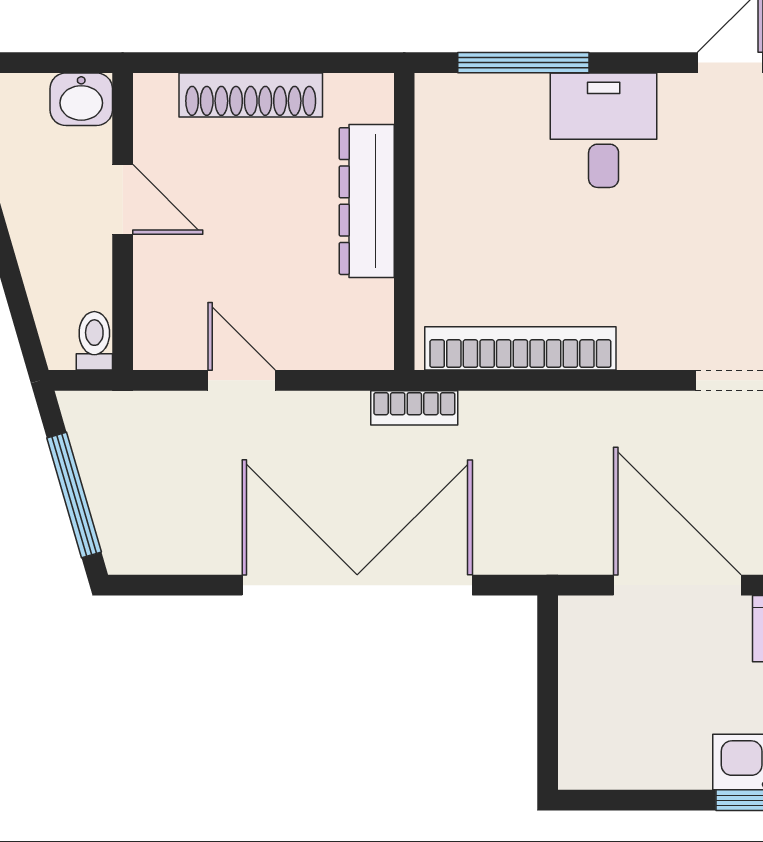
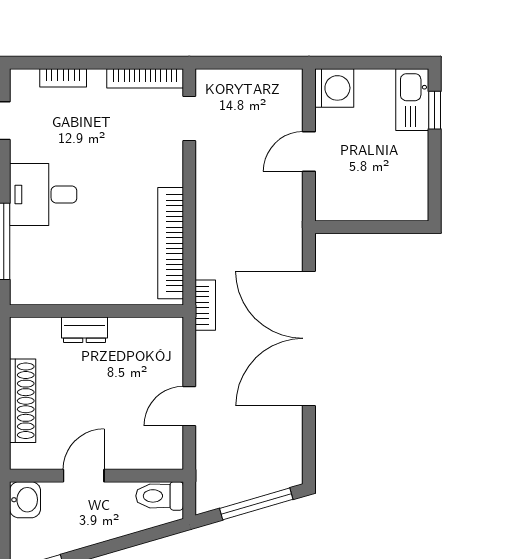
dresser: (367, 201) -> (85, 330), width x0.51, depth x0.80
toilet: (94, 341) -> (160, 496), width x1.37, depth x1.39
door: (677, 585) -> (309, 151), width x0.53

